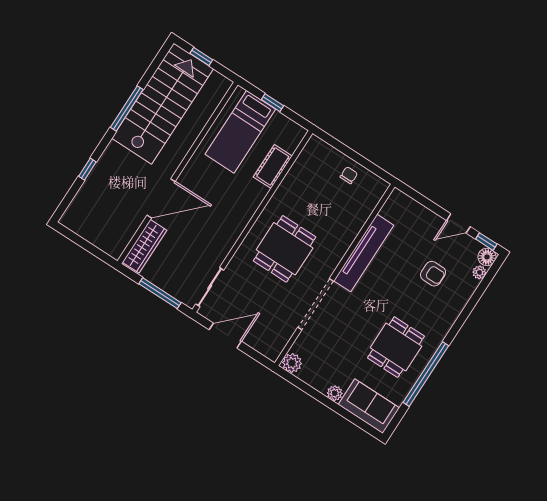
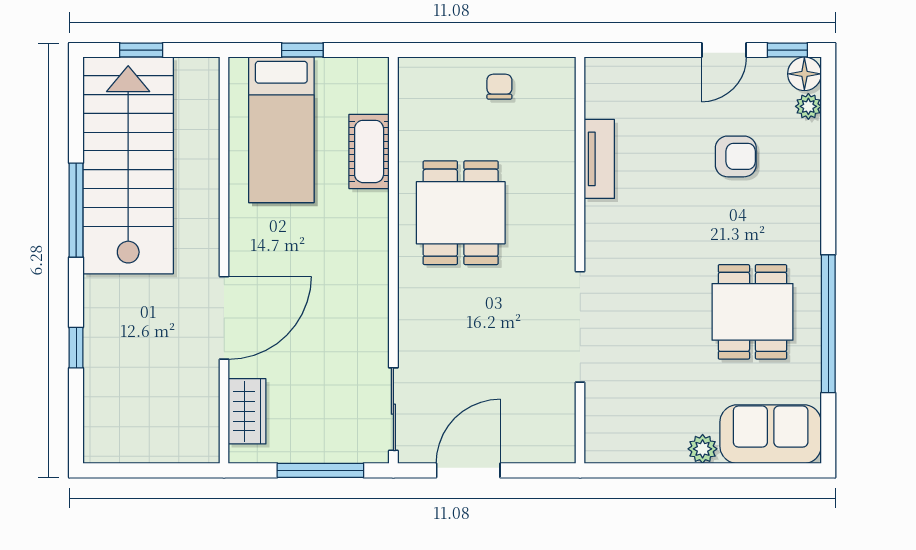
wardrobe: (145, 246) -> (247, 411), width x0.67
dining table: (285, 249) -> (461, 213), moved
tv unit: (364, 253) -> (599, 159), width x0.52, depth x0.78
plant: (292, 363) -> (603, 445), removed

